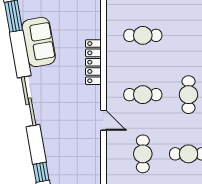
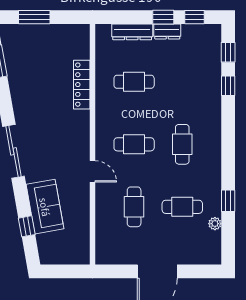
sofa: (39, 42) -> (45, 207), moved
locker: (93, 62) -> (82, 85), moved

